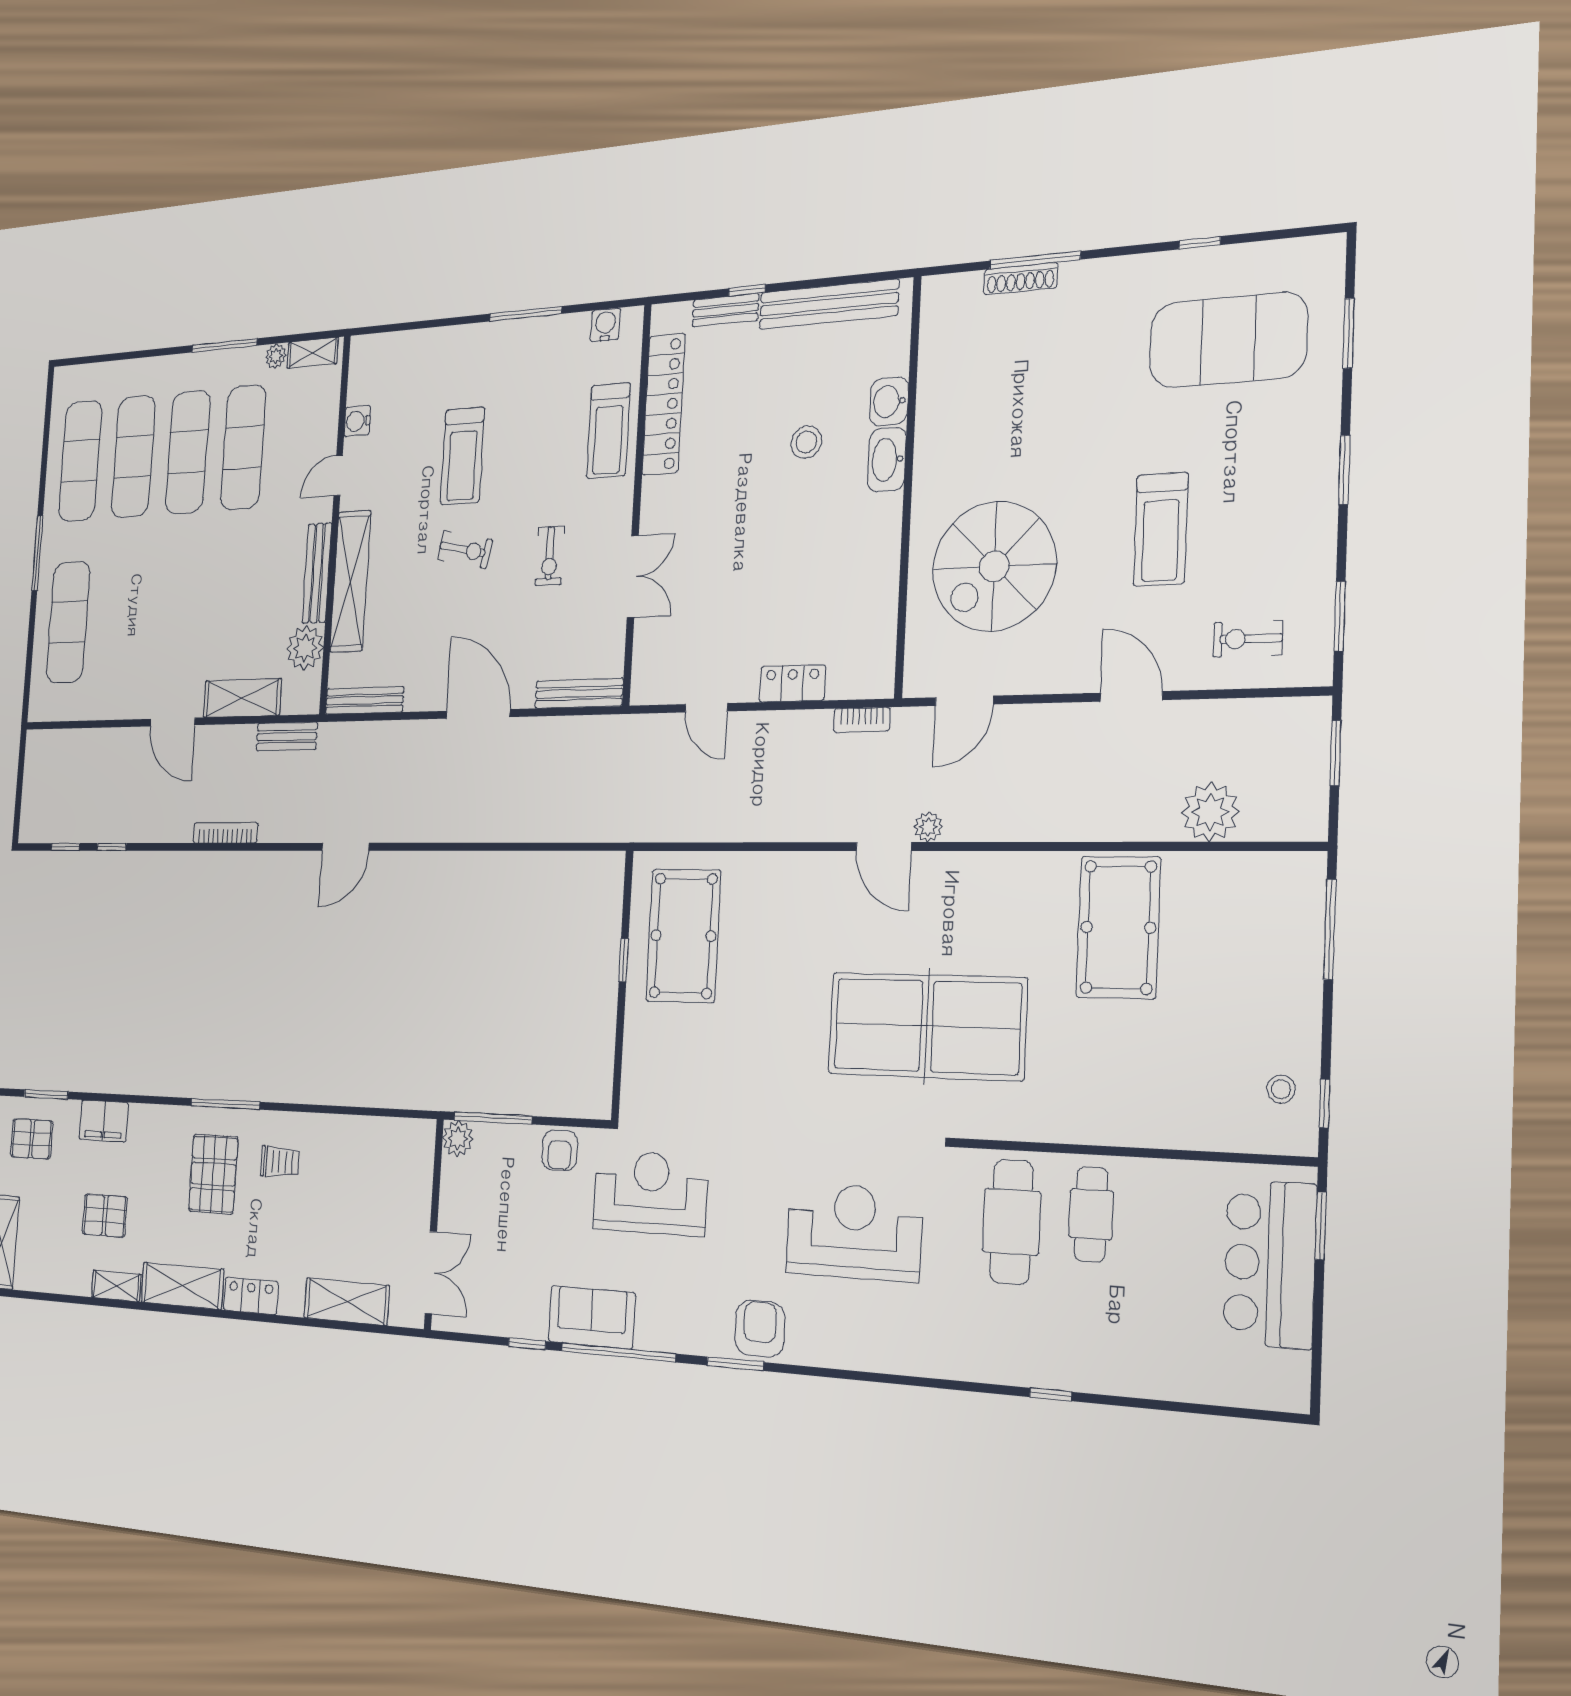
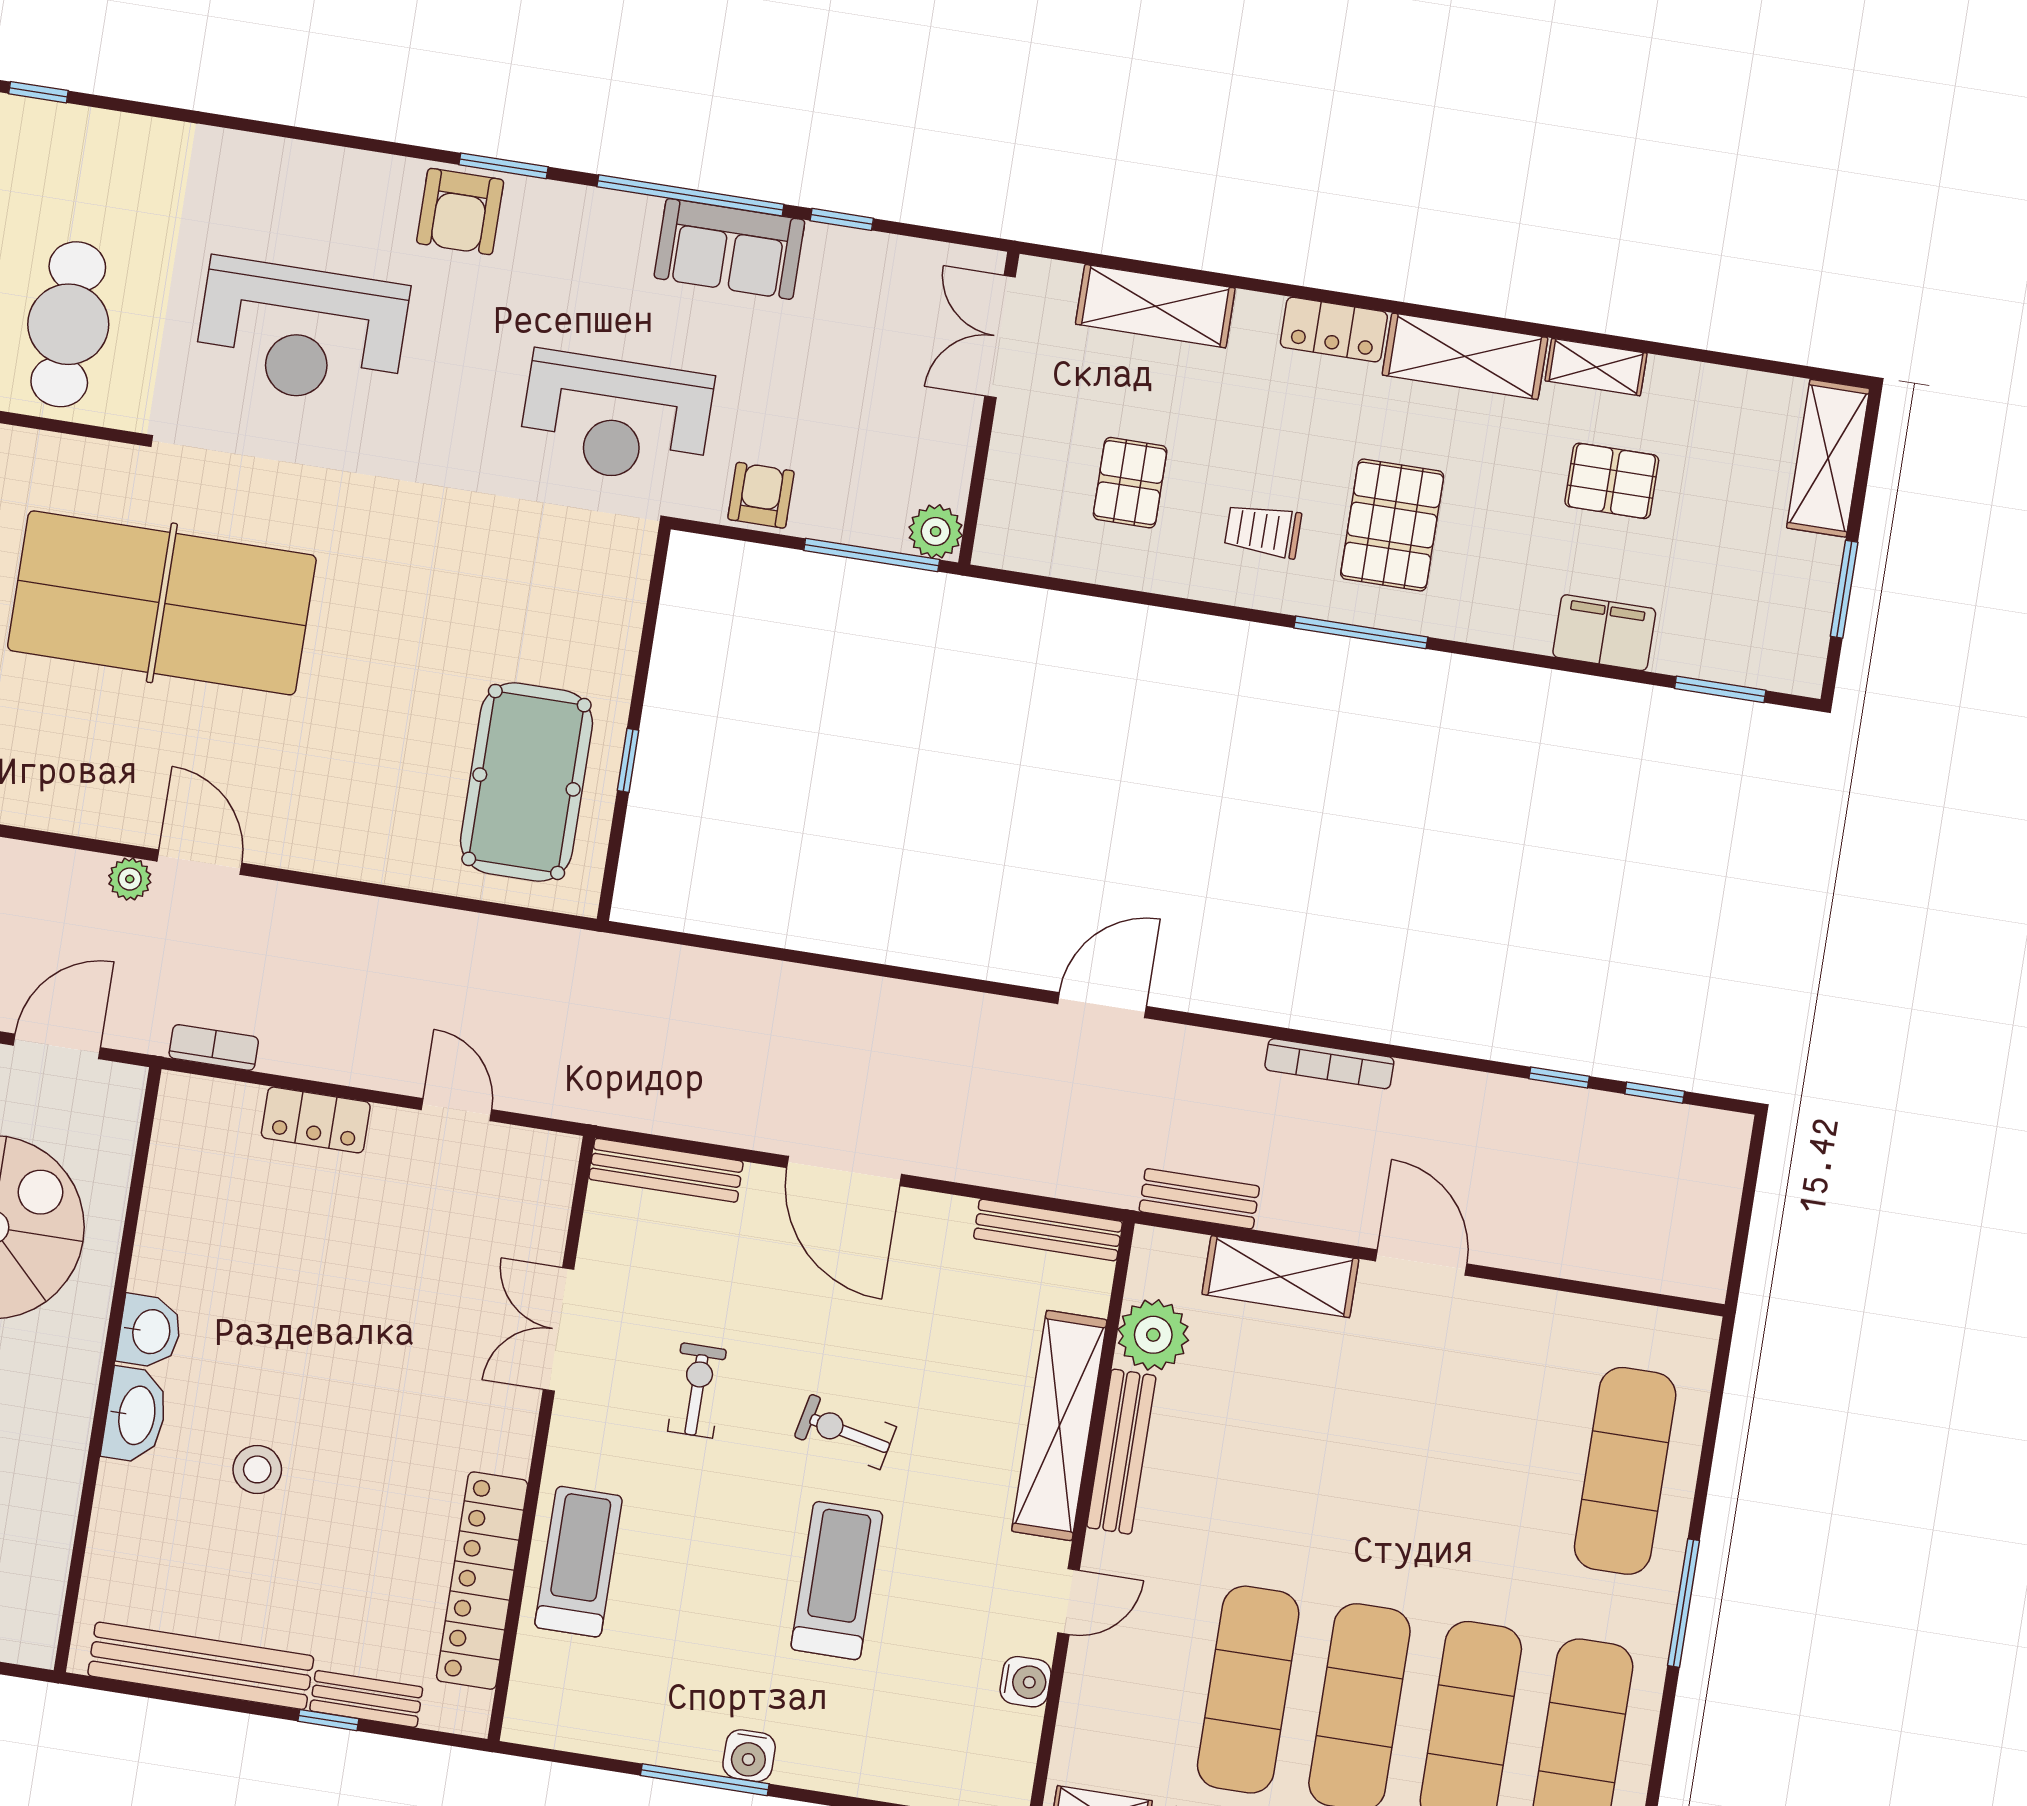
water cooler: (605, 325) -> (749, 1756), moved
washbasin: (889, 401) -> (150, 1331), moved
pallet: (32, 1139) -> (1130, 483), moved, turned 90

